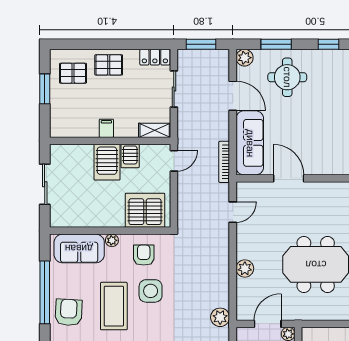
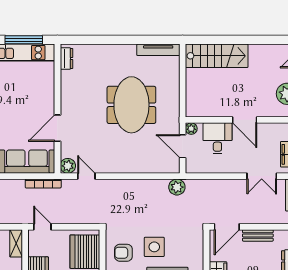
plant: (245, 268) -> (68, 166), moved

